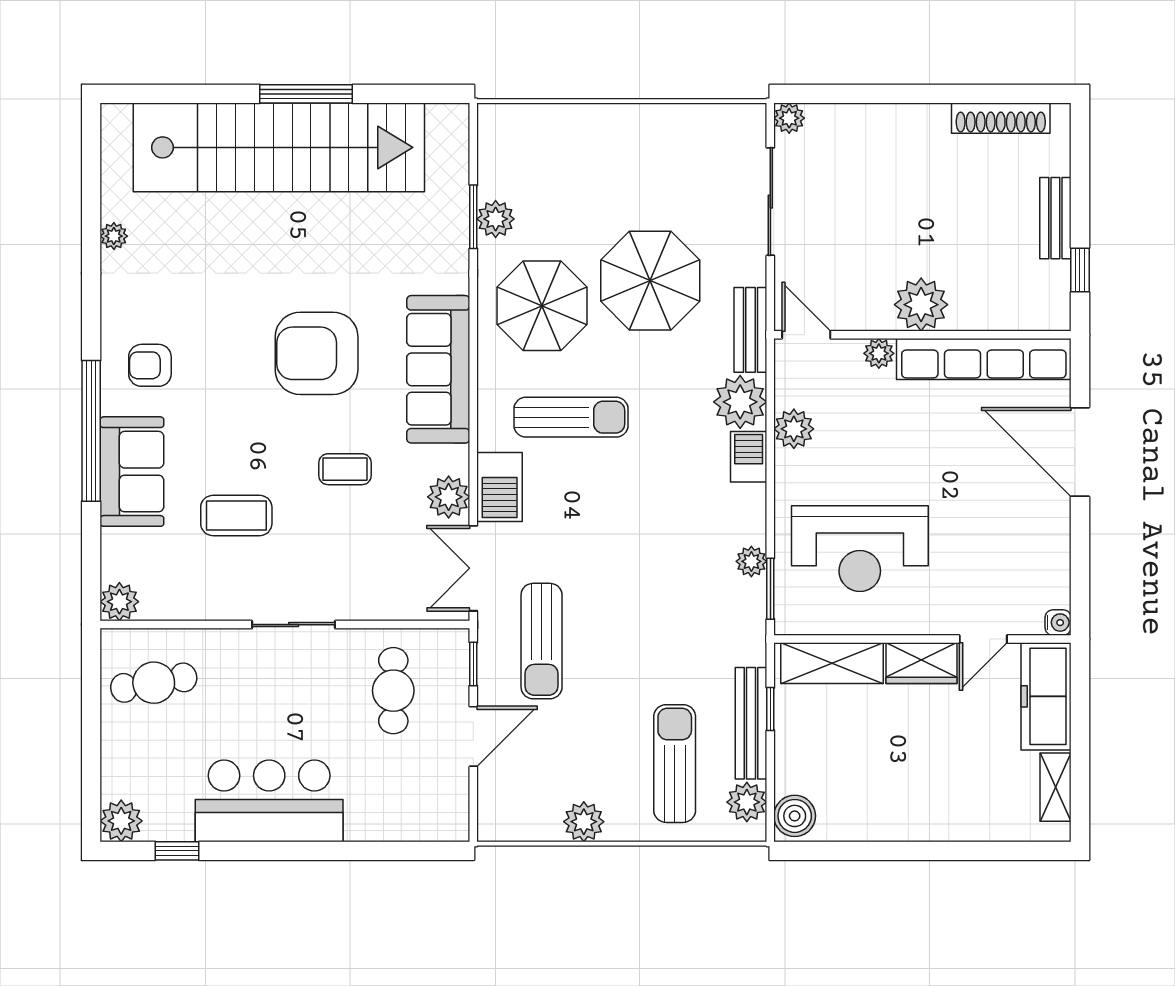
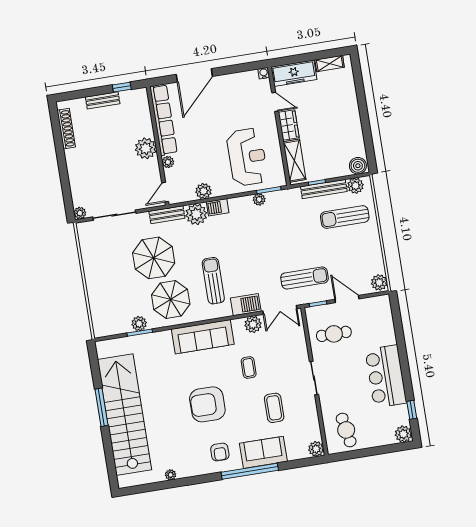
armchair: (317, 353) -> (207, 404), moved, turned 90
plant: (584, 822) -> (379, 282), moved

